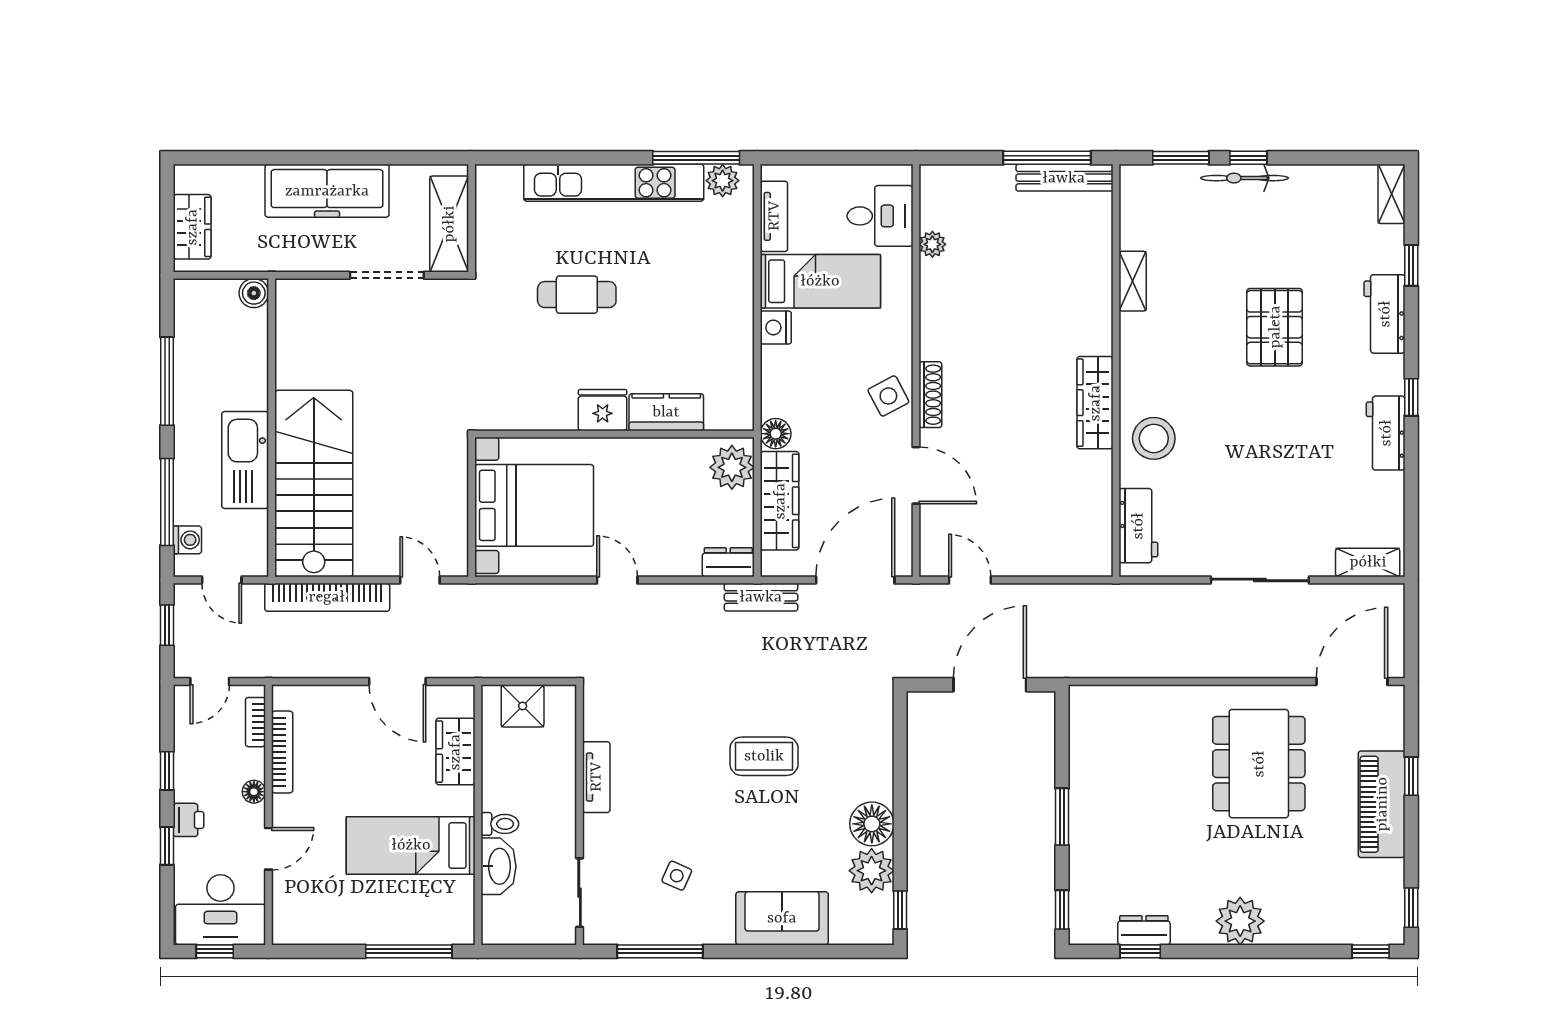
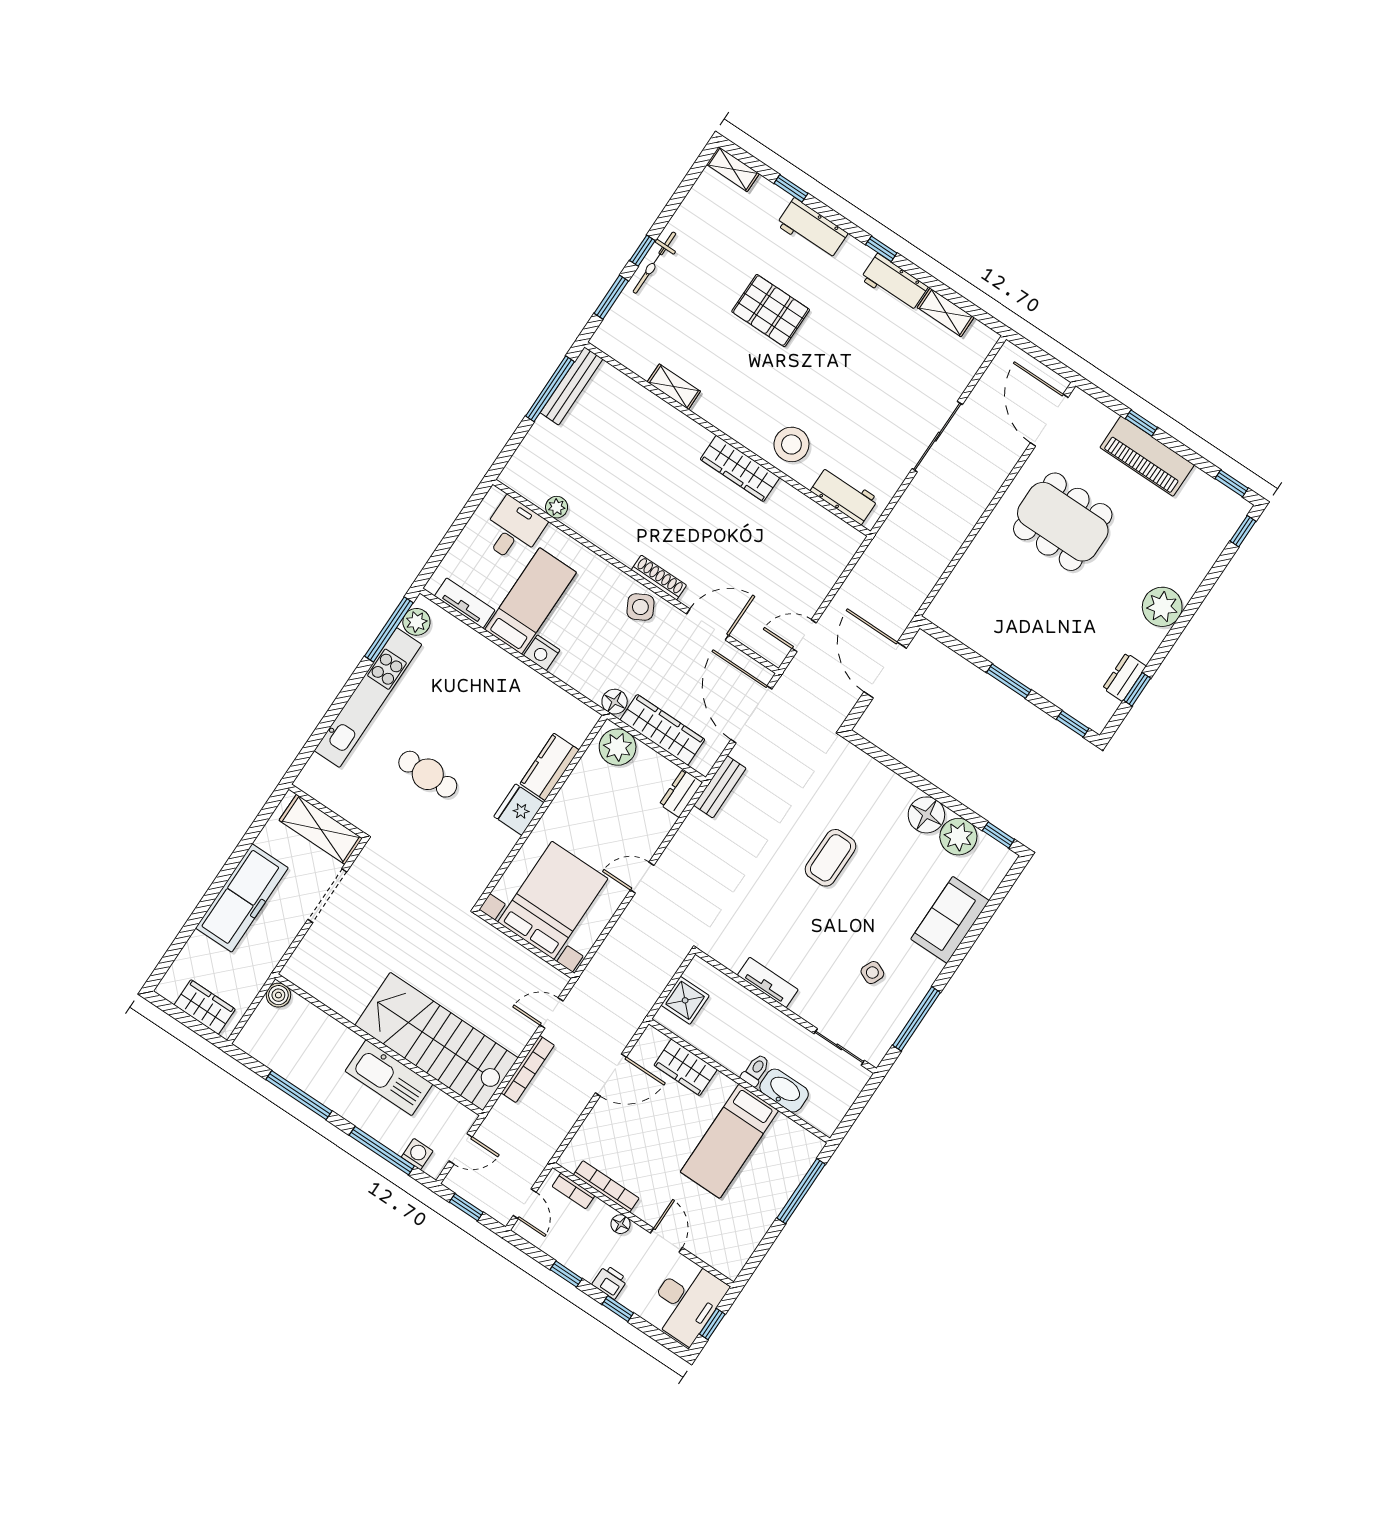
cafe table: (577, 295) -> (428, 774), turned 90
shelving: (1368, 562) -> (946, 312), moved, turned 90
bookcase: (327, 597) -> (528, 1069), width x0.68, depth x0.76

